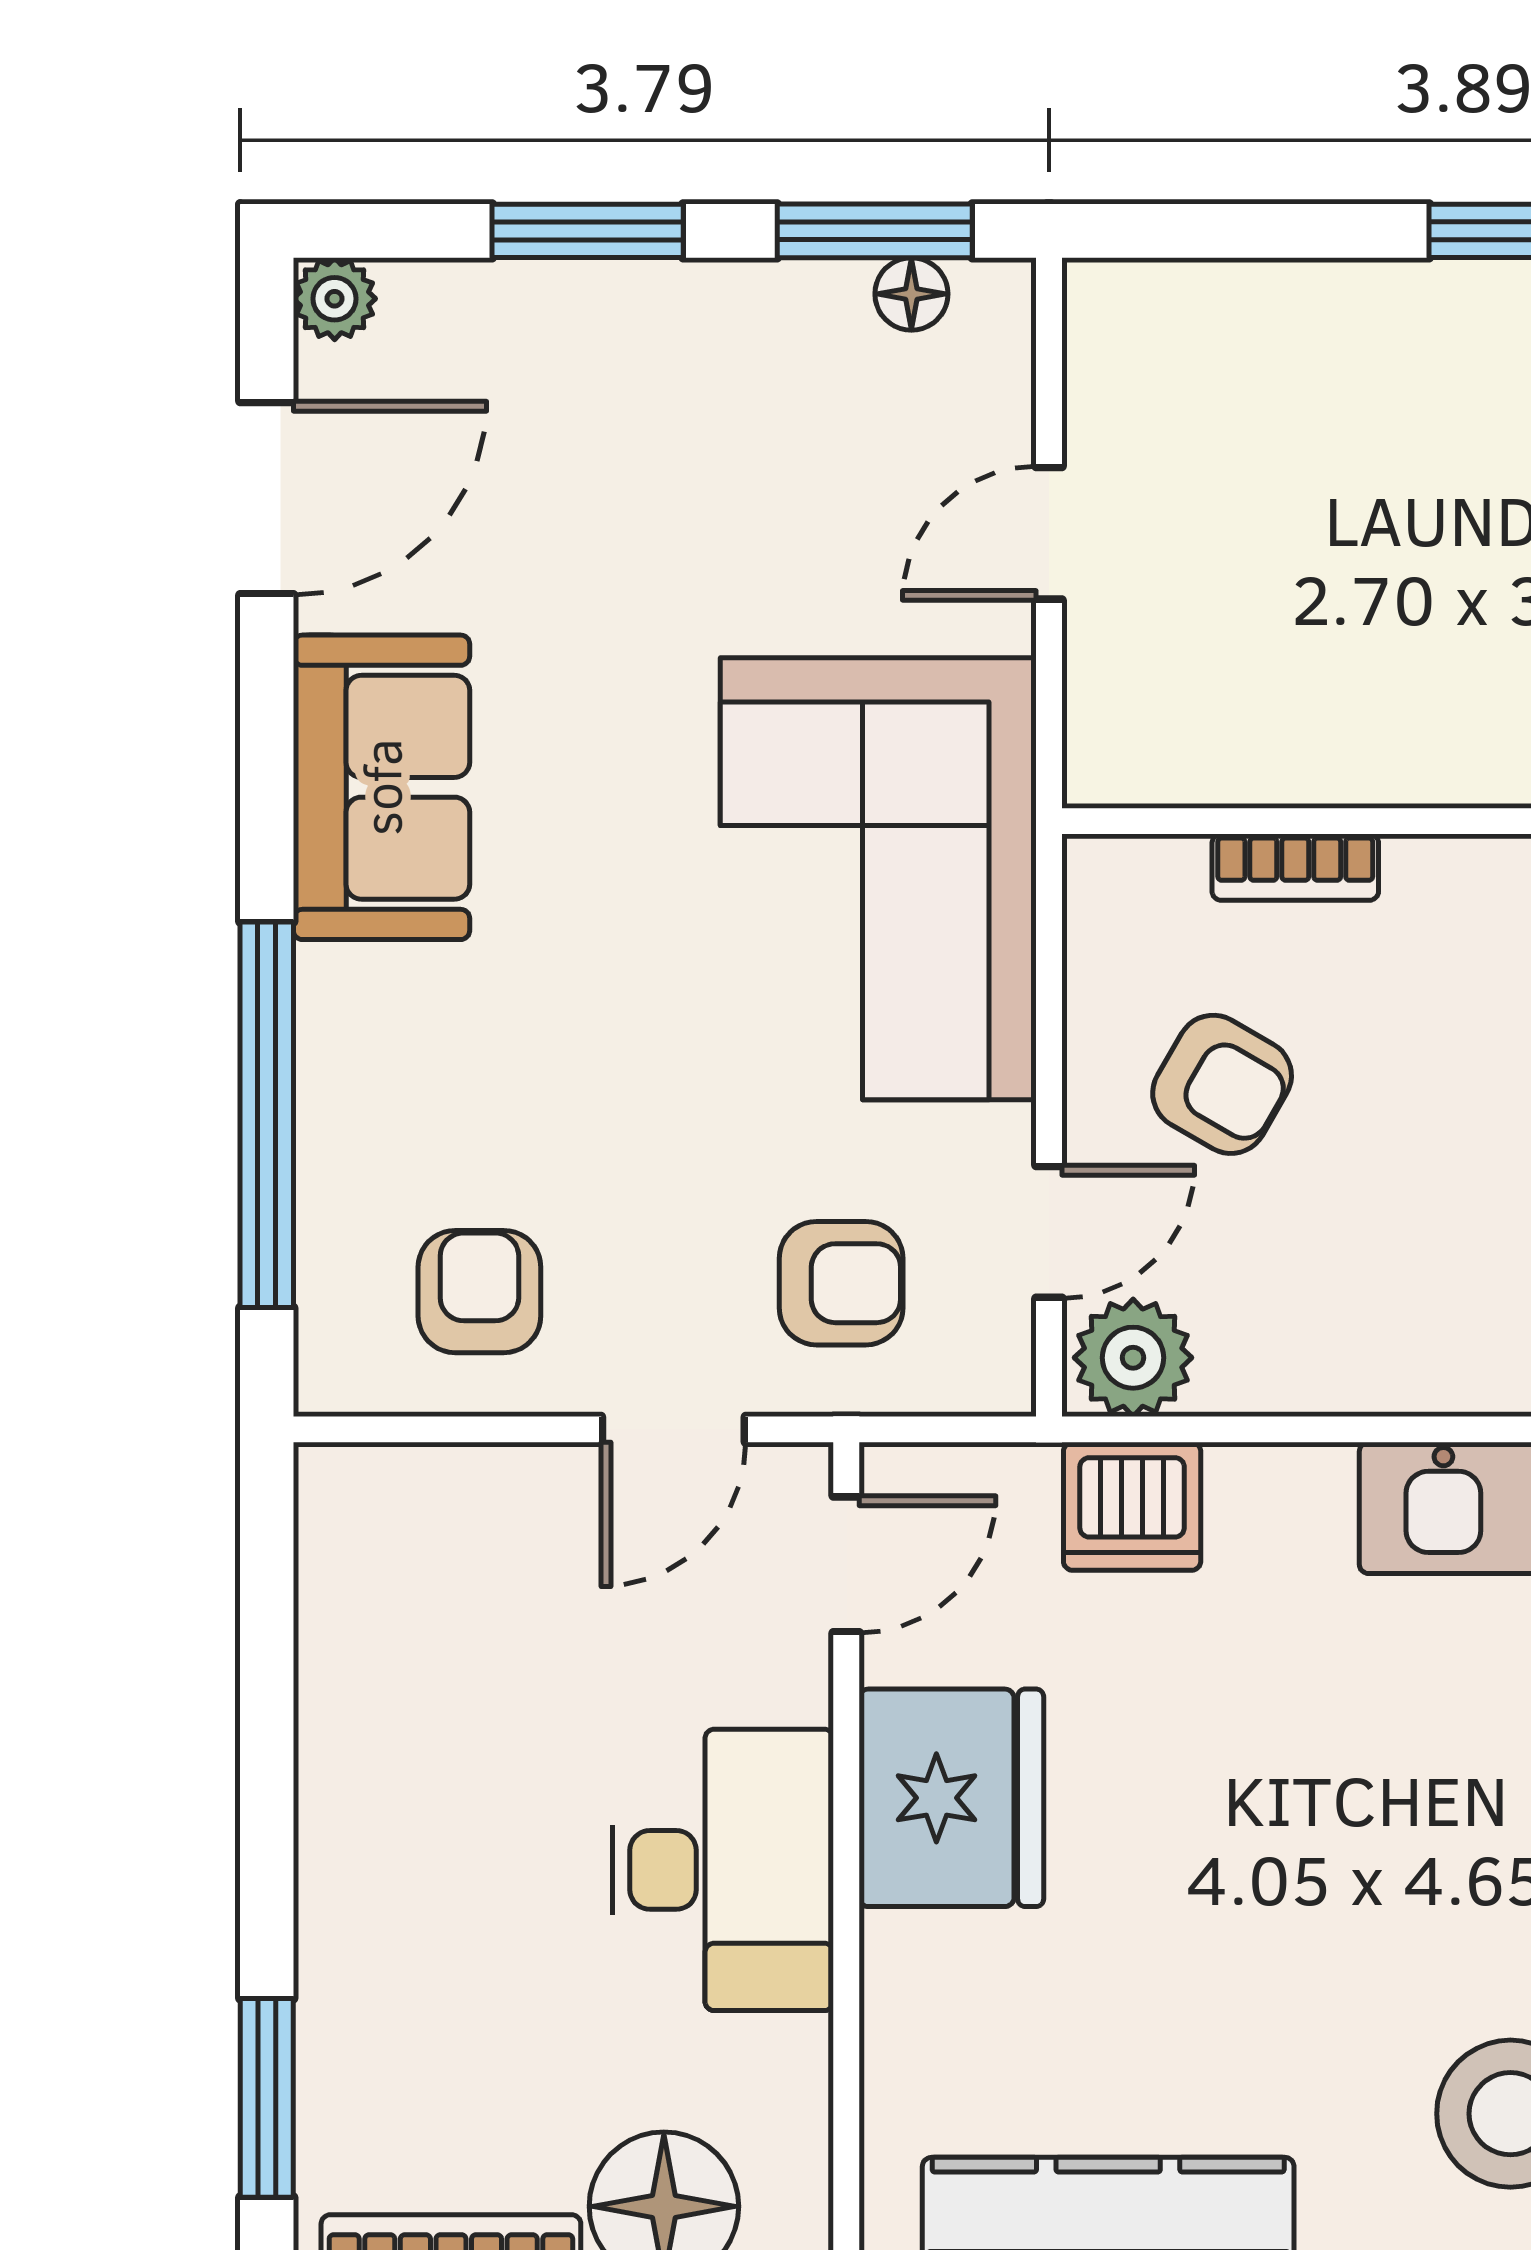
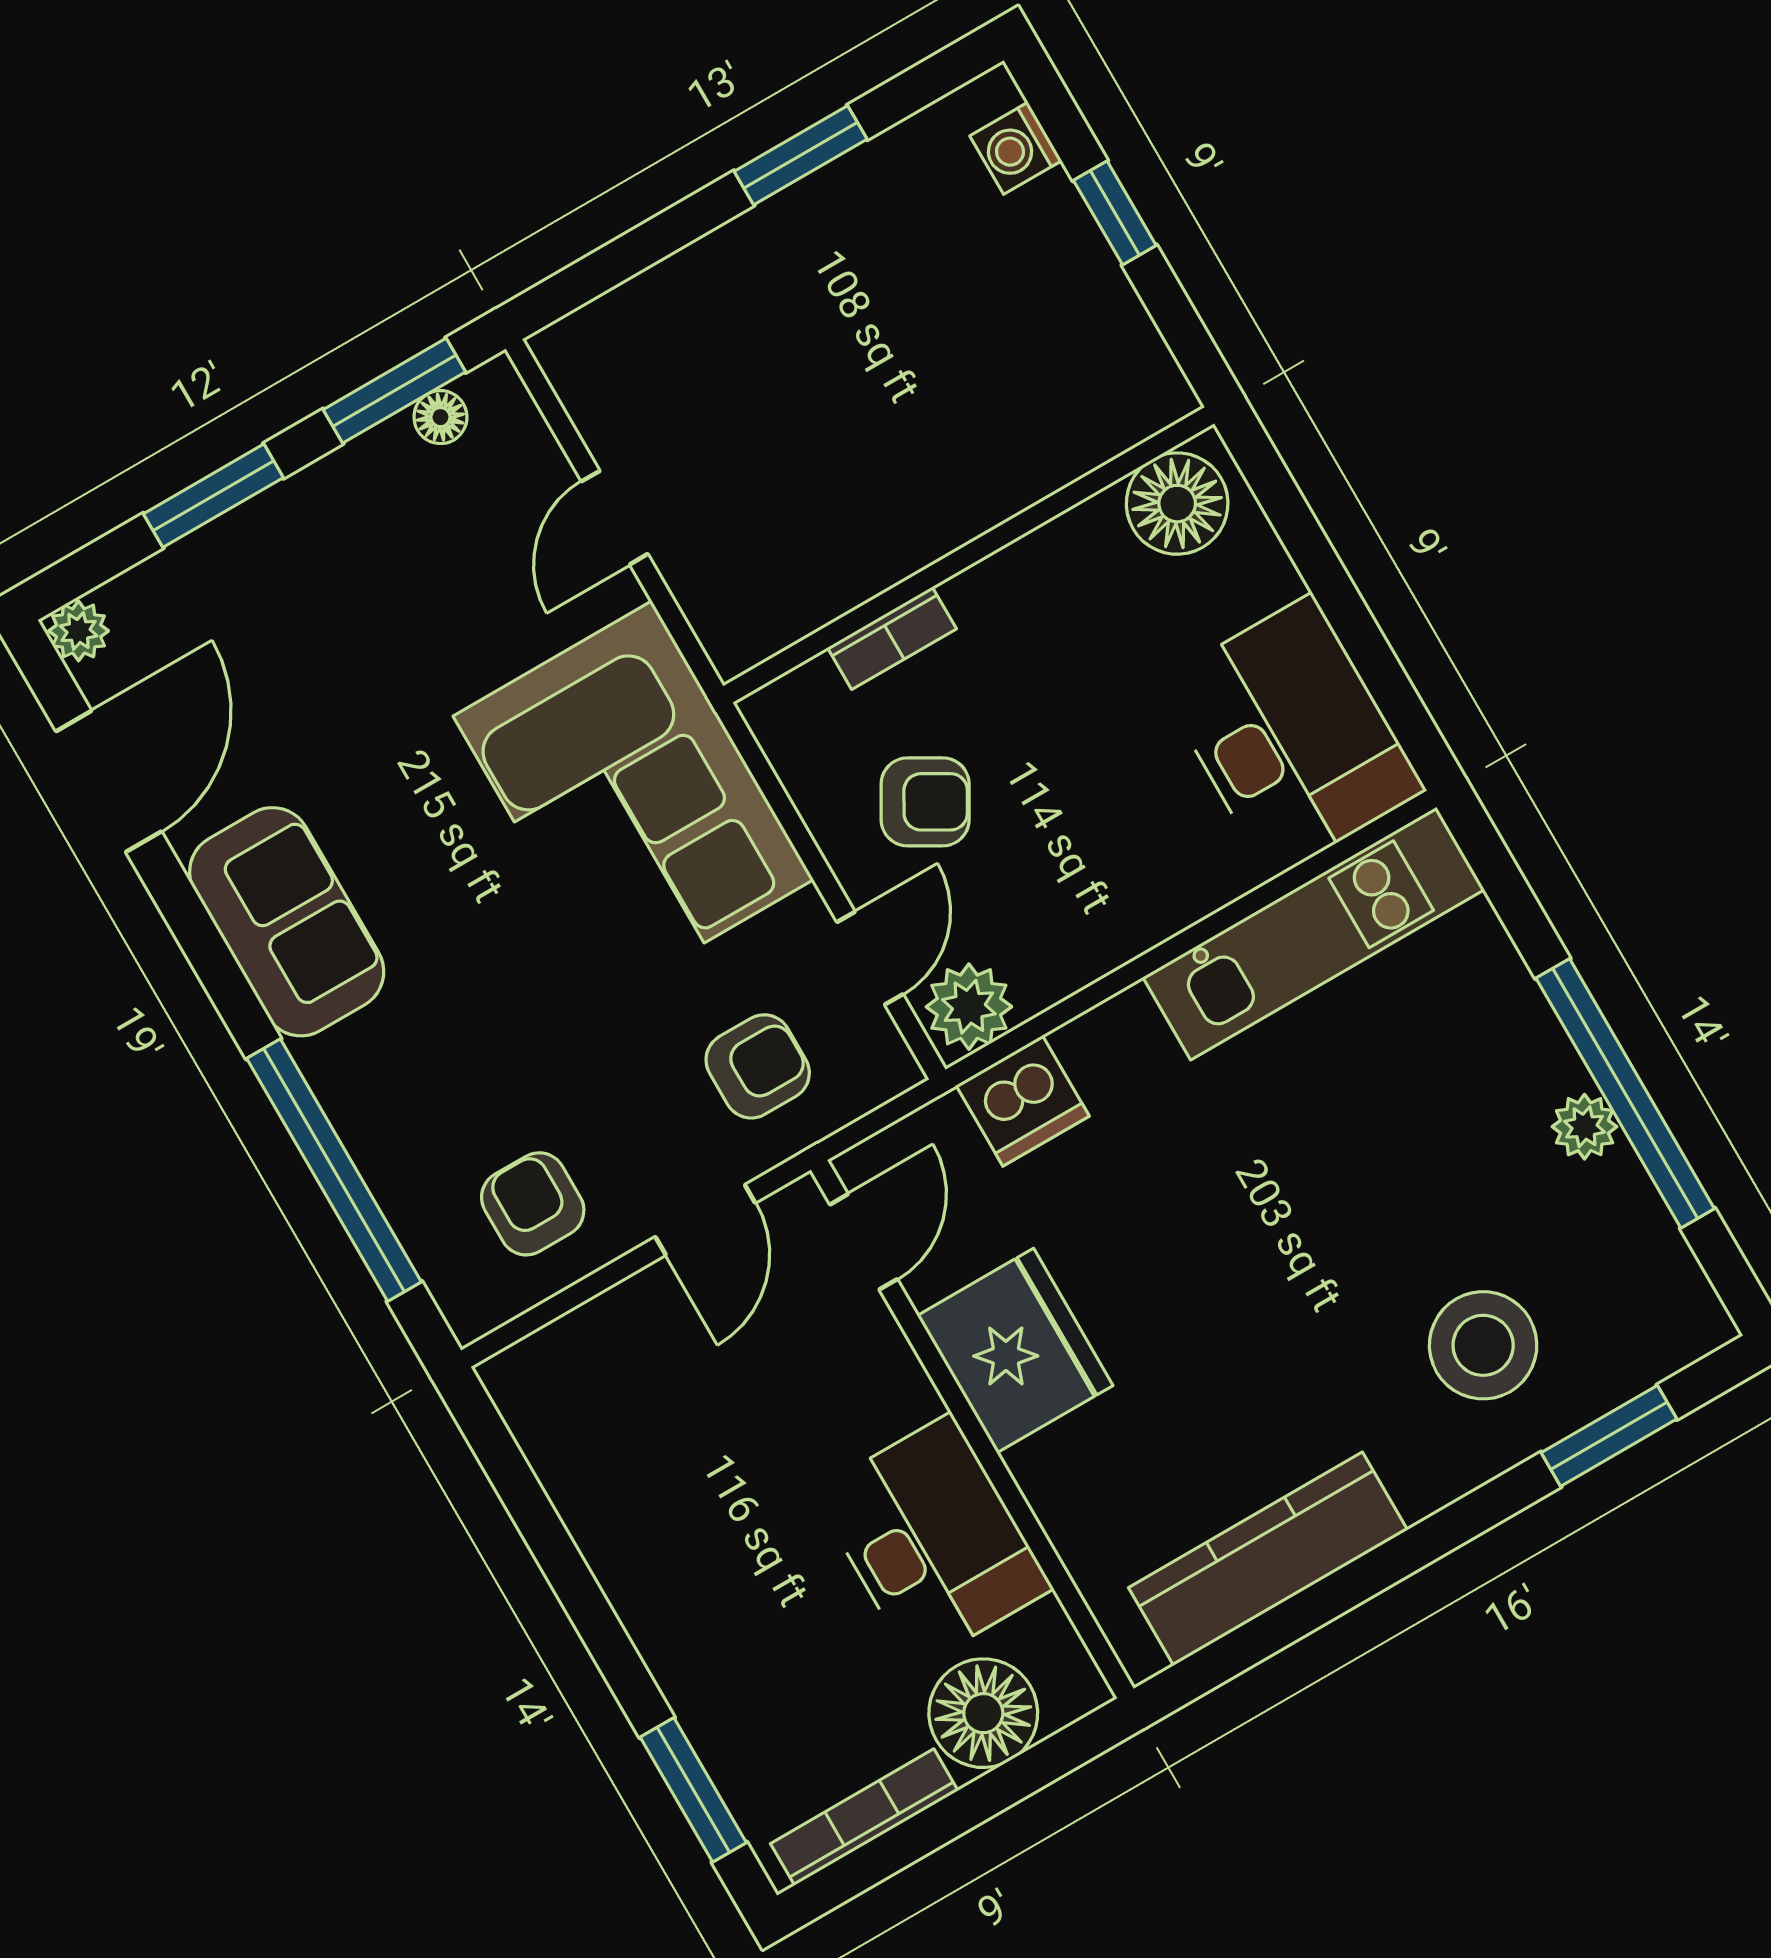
desk: (723, 1870) -> (933, 1540), moved

